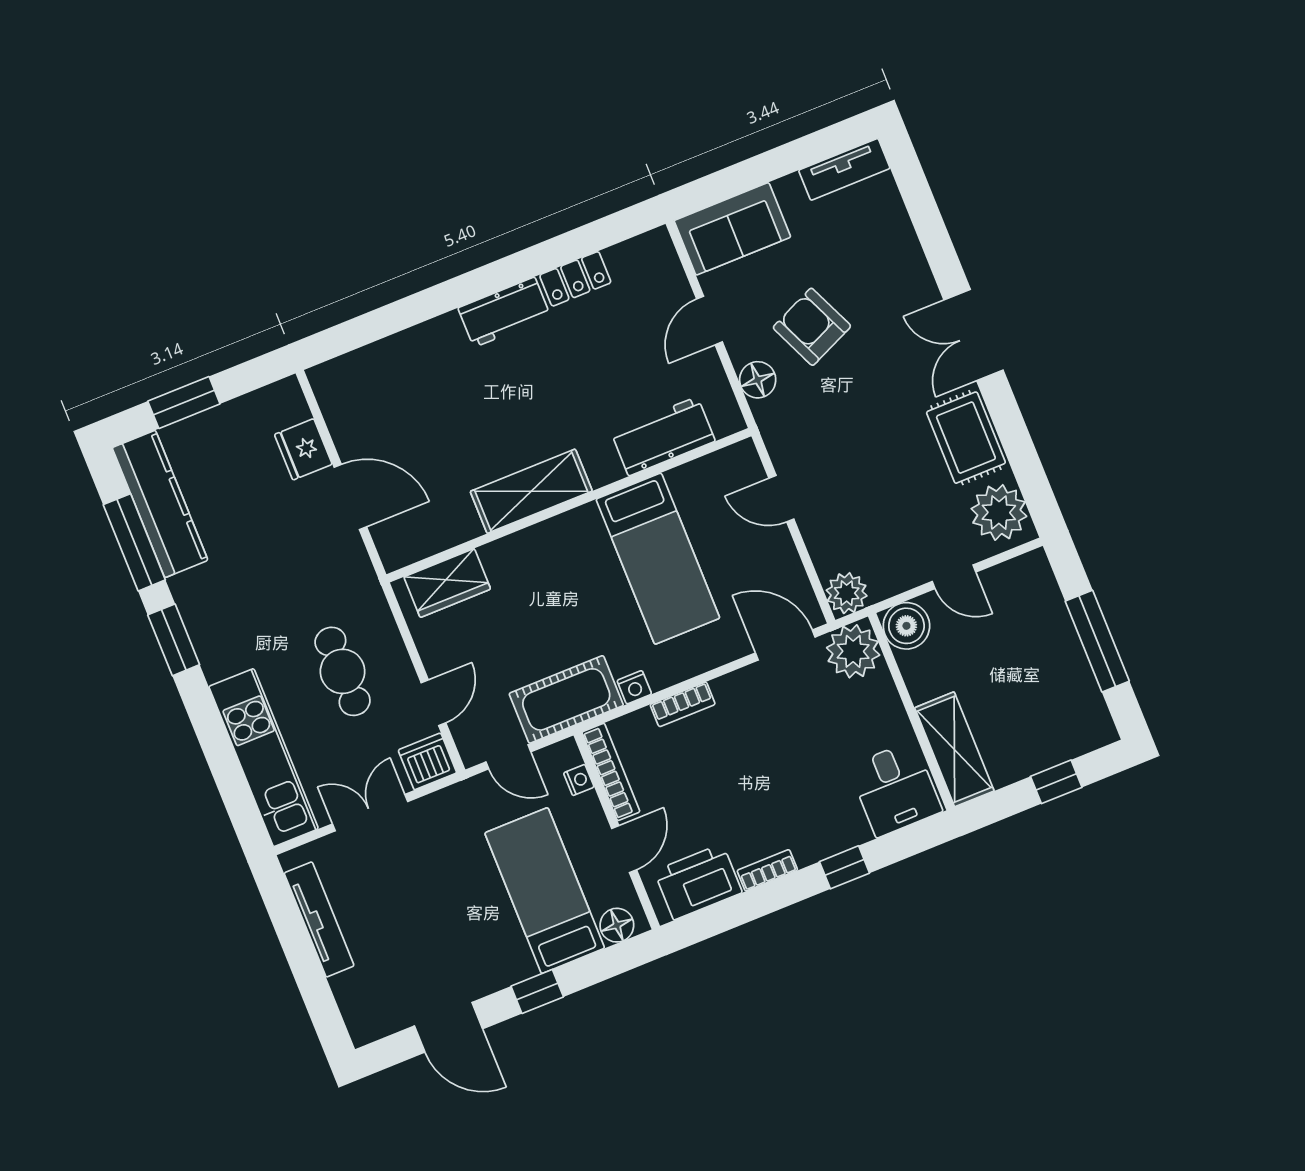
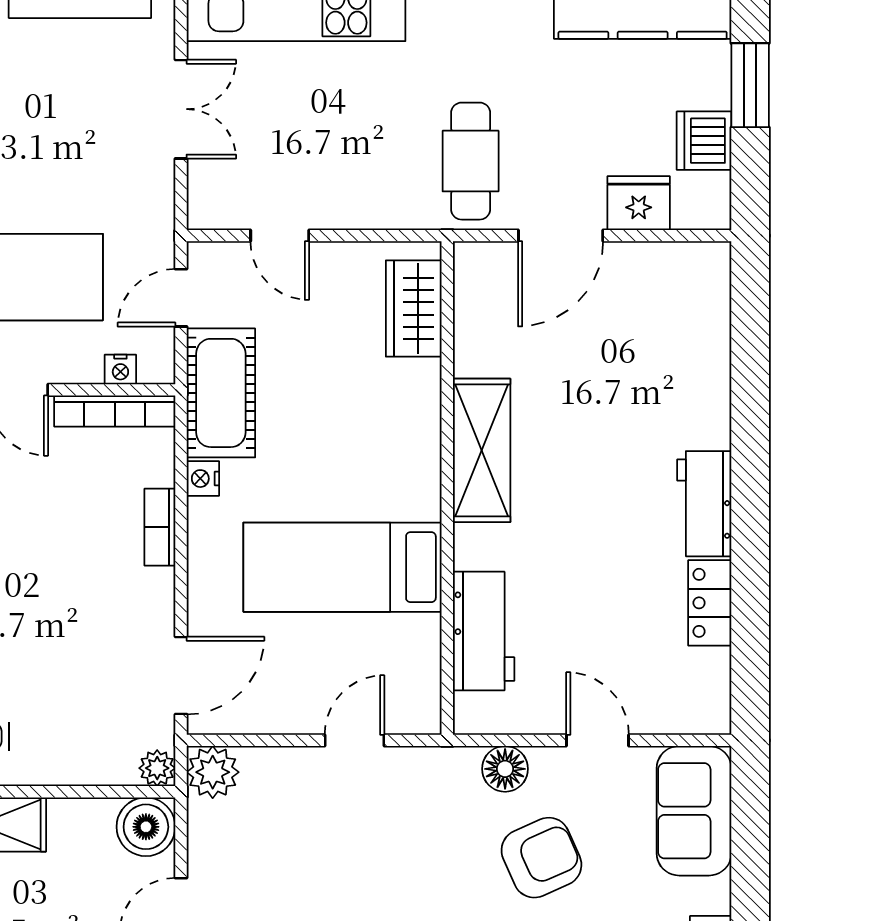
plant: (853, 651) -> (157, 768), width x0.53, depth x0.53
cafe table: (343, 671) -> (471, 161), moved, turned 90
dishwasher: (427, 761) -> (704, 141), moved, turned 180

